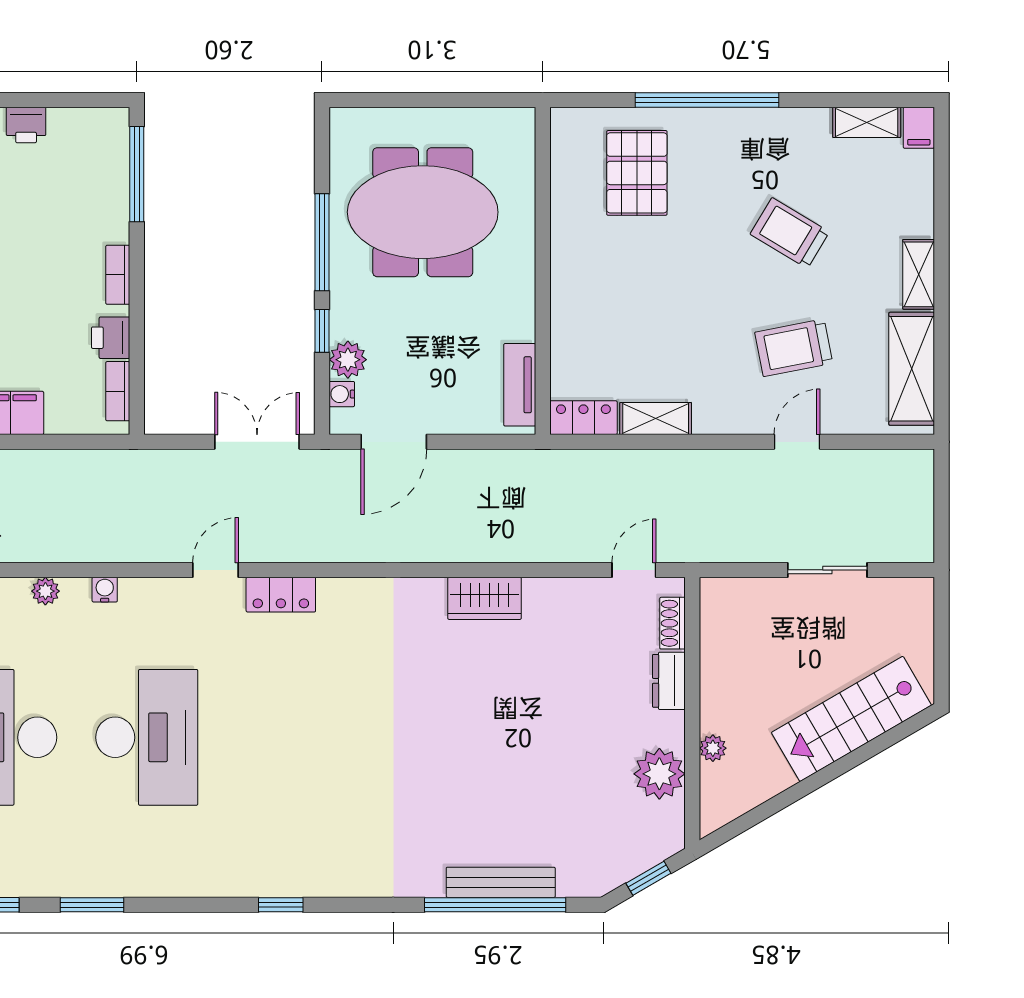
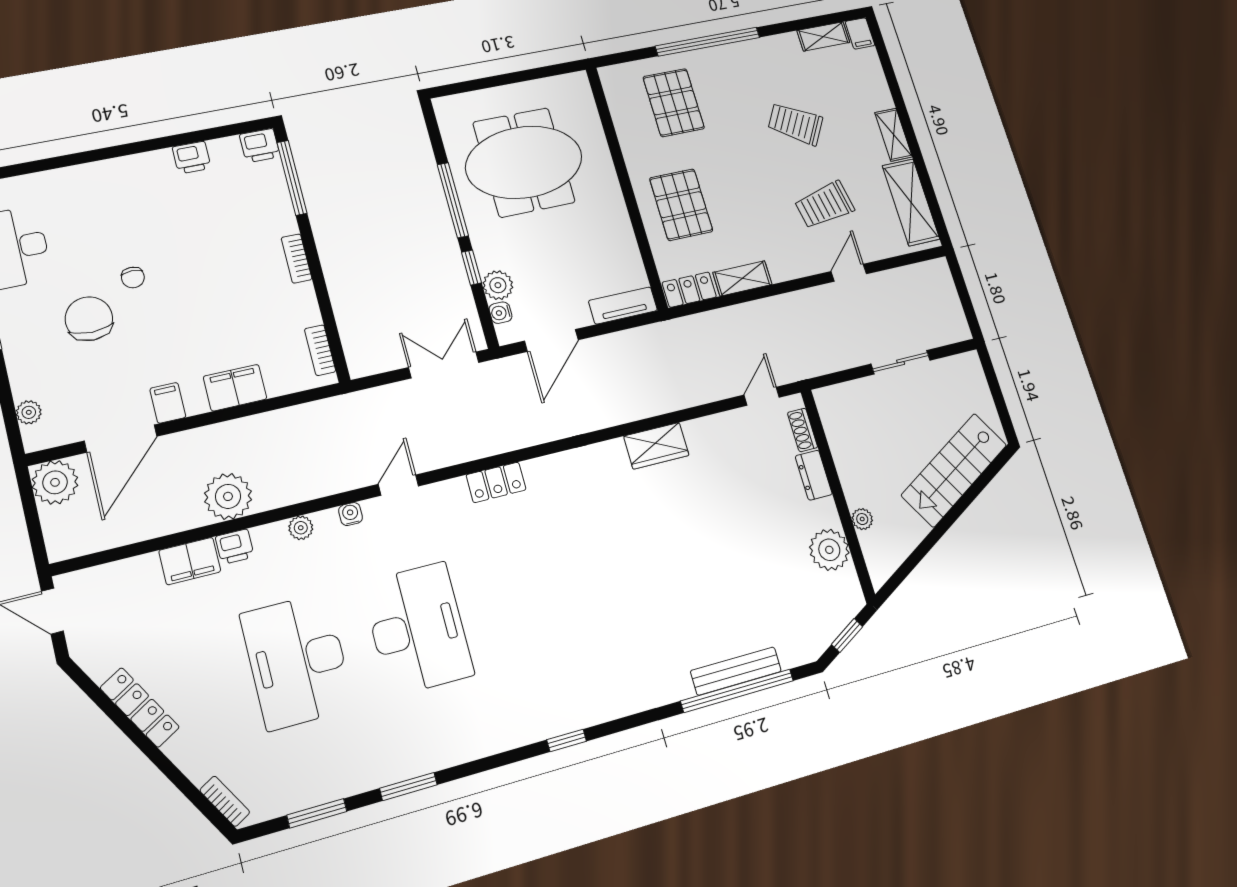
pallet: (606, 308) -> (681, 205), added
printer: (111, 338) -> (260, 146), moved, turned -90
tv unit: (520, 385) -> (623, 306), moved, turned 90
door: (215, 570) -> (398, 485), moved

